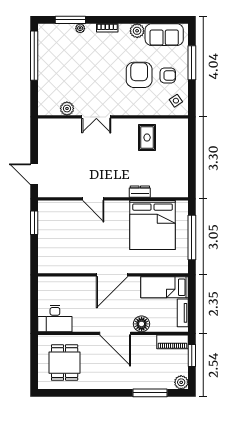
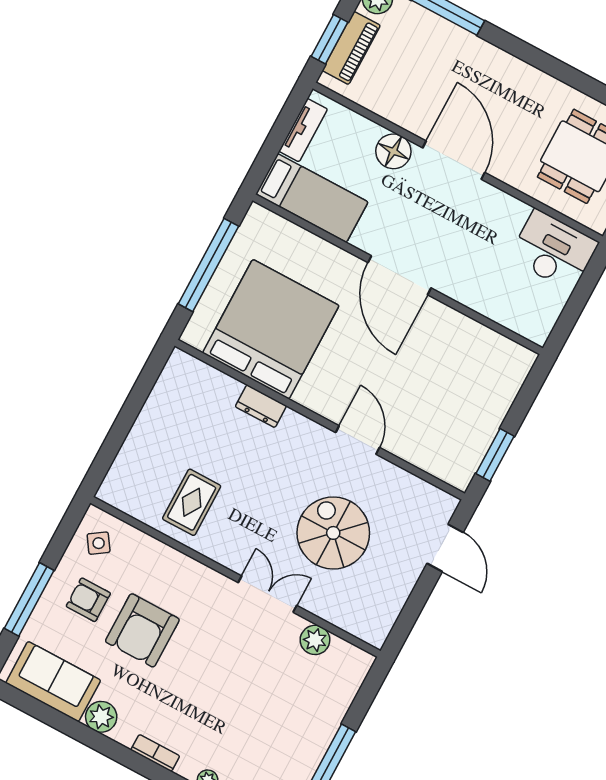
spiral stairs: (83, 156) -> (333, 533), added
door: (112, 275) -> (399, 275), swing flipped
piano: (173, 342) -> (351, 48), moved, turned 90

